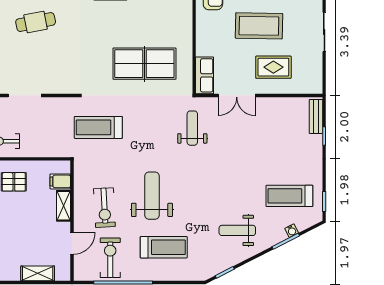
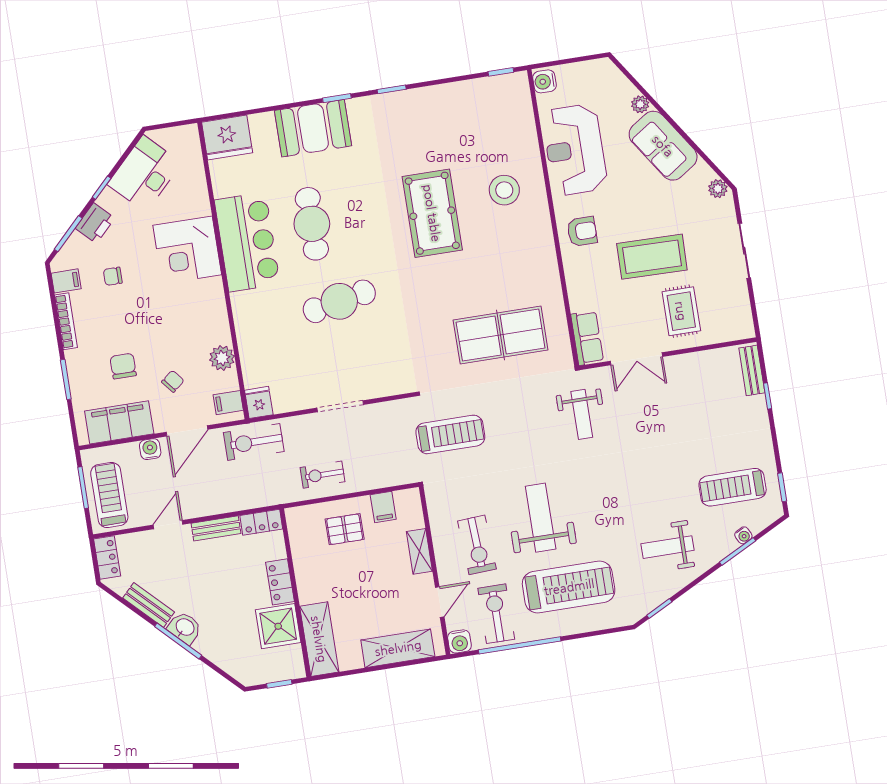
cafe table: (36, 22) -> (339, 301), width x1.37, depth x1.35
rug: (273, 67) -> (681, 311), turned 90
treadmill: (98, 127) -> (450, 434), turned 180
weight bench: (192, 128) -> (582, 414), turned 180
filing cabinet: (60, 181) -> (383, 507), moved, turned -90
treadmill: (164, 247) -> (569, 587), width x1.37, depth x1.37
shelving: (38, 273) -> (398, 648), width x1.50, depth x1.33
water cooler: (81, 273) -> (459, 641), added

